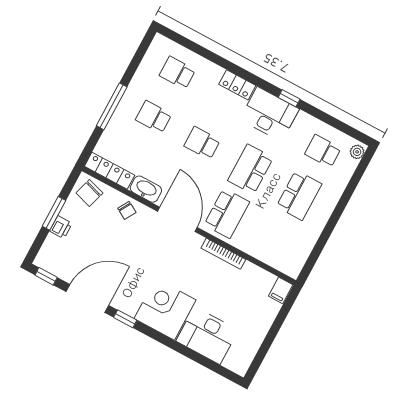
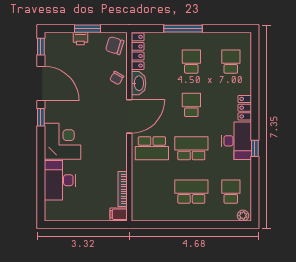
school desk: (299, 195) -> (191, 192), turned 180
bookcase: (223, 254) -> (123, 189), moved

